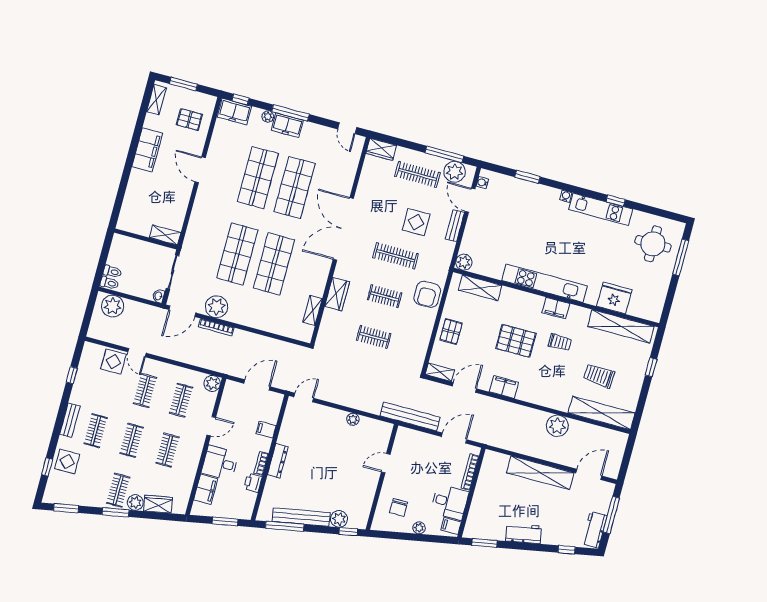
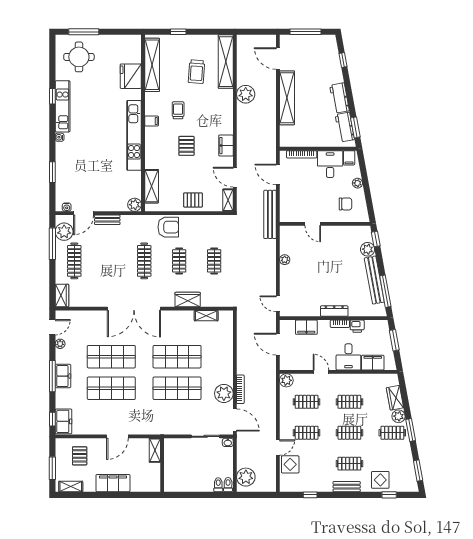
plant: (268, 116) -> (60, 344), moved
display table: (416, 222) -> (113, 252), removed
shelving: (165, 235) -> (155, 450), moved
wall: (146, 239) -> (162, 465), moved
filing cabinet: (556, 308) -> (152, 121), width x0.50
pallet: (516, 341) -> (186, 146), width x0.67, depth x0.71
filing cabinet: (266, 430) -> (306, 327), width x2.00
workbench: (594, 530) -> (345, 127), moved, turned 80

